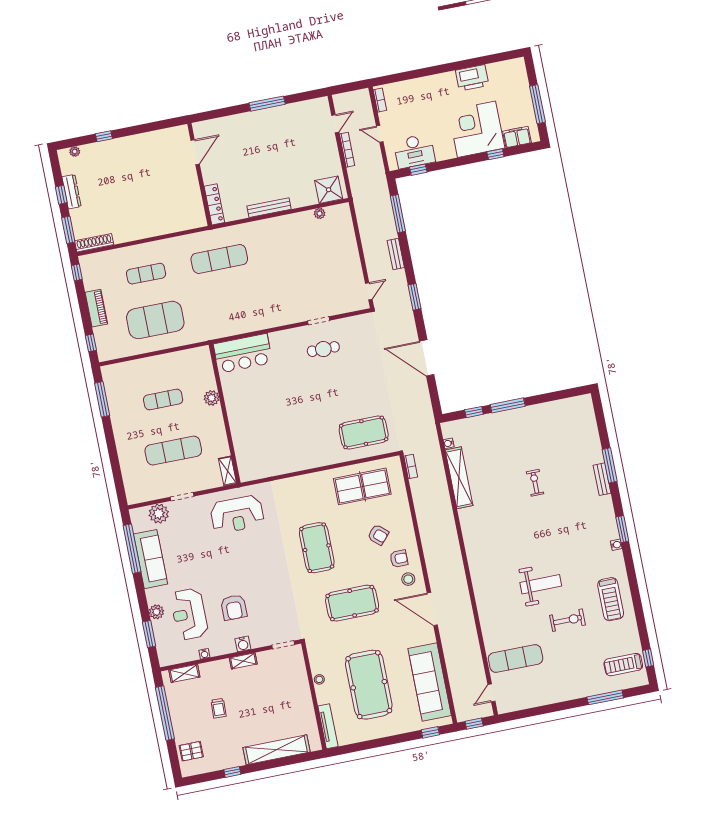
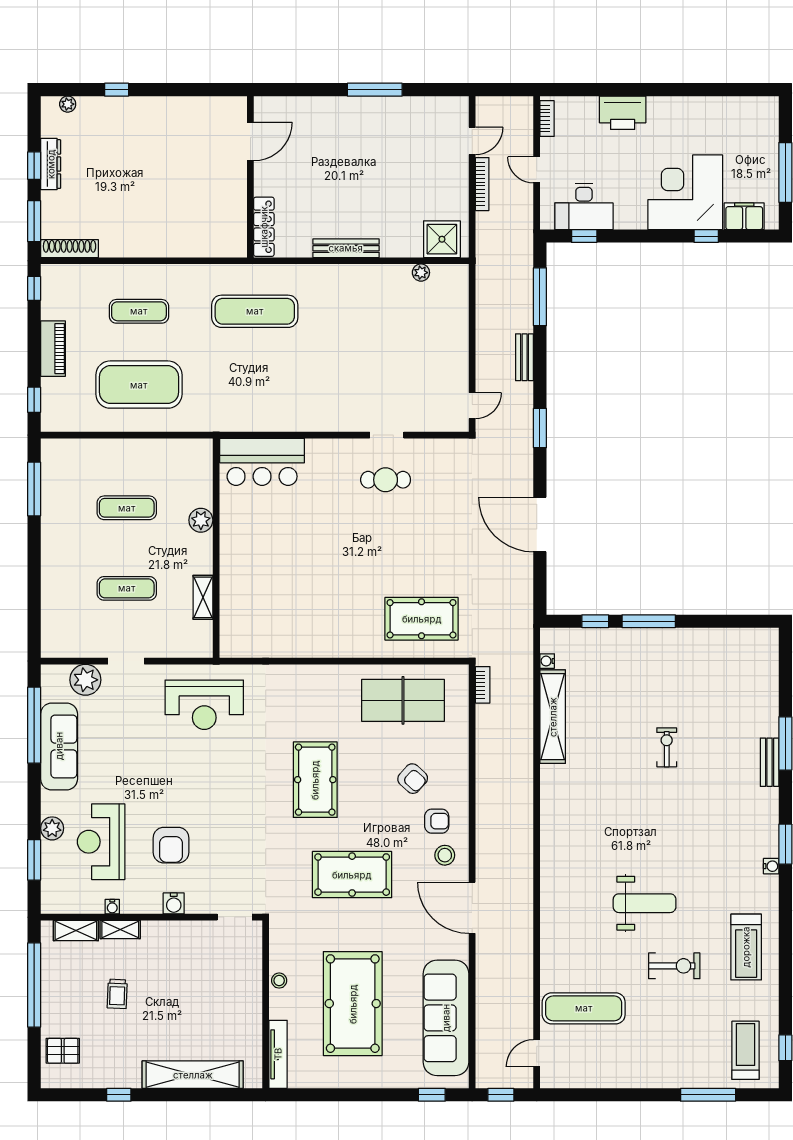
printer: (472, 78) -> (623, 113), moved
exercise mat: (173, 451) -> (127, 588), width x0.73, depth x0.69
shelving: (228, 471) -> (203, 597), moved
shelving: (243, 661) -> (120, 929), moved
treadmill: (623, 665) -> (746, 1050), turned 90

